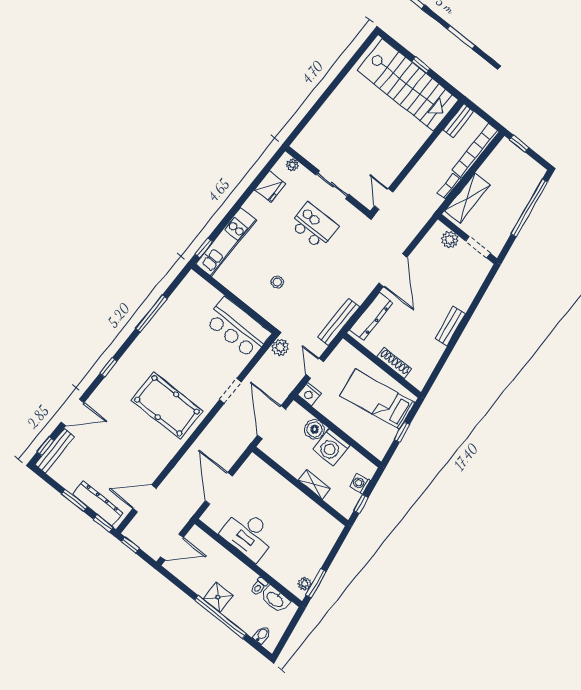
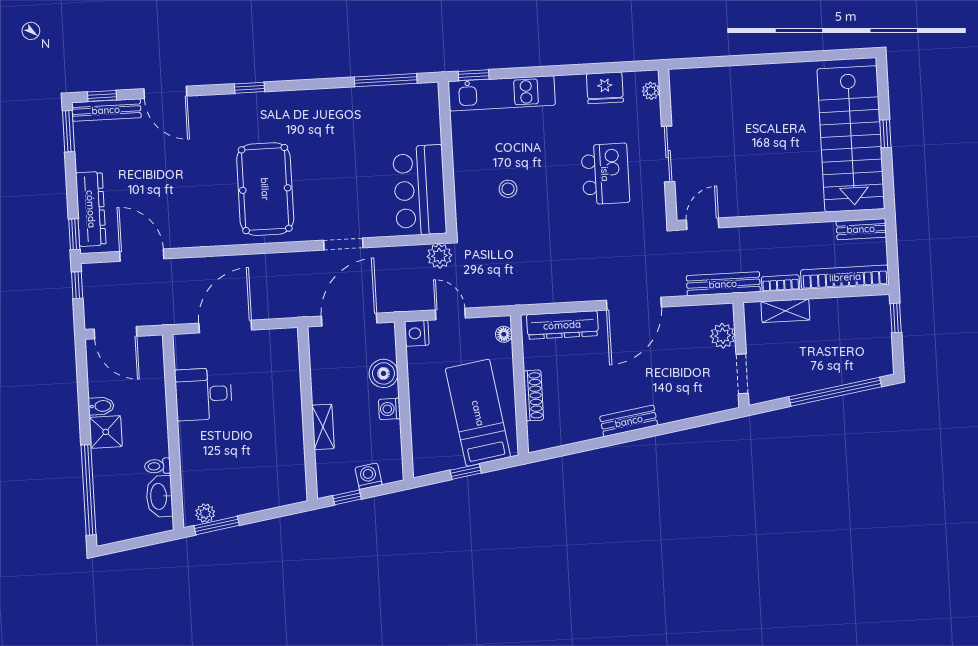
shelving: (467, 198) -> (785, 311), width x0.67, depth x0.75
window: (151, 313) -> (386, 80), moved
bench: (338, 322) -> (723, 284), moved
floor lamp: (349, 350) -> (504, 334), added
door: (315, 368) -> (450, 314), hinge flipped
washing machine: (331, 447) -> (389, 409), width x0.53, depth x0.53
window: (74, 500) -> (68, 131), moved
desk: (248, 534) -> (204, 394), width x0.73
window: (221, 617) -> (88, 490), moved
bidet: (262, 635) -> (101, 406), moved

